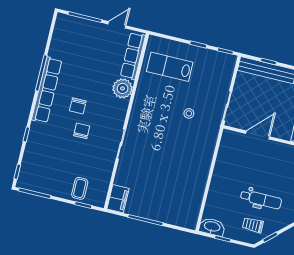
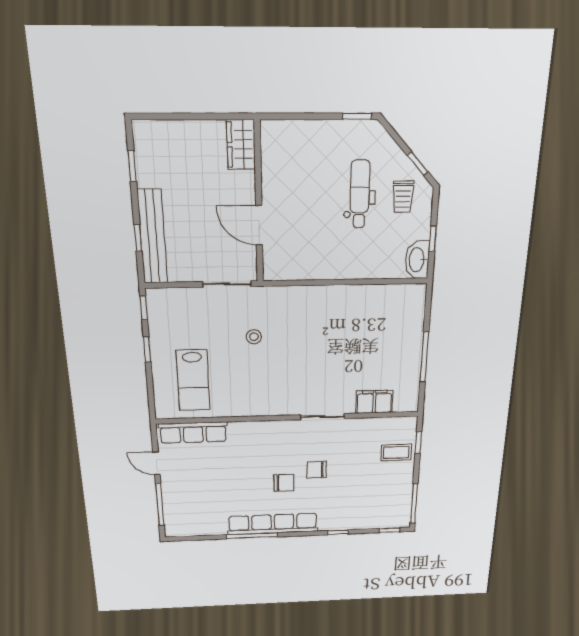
plant: (123, 88) -> (243, 434), removed
filing cabinet: (118, 199) -> (374, 402), moved

